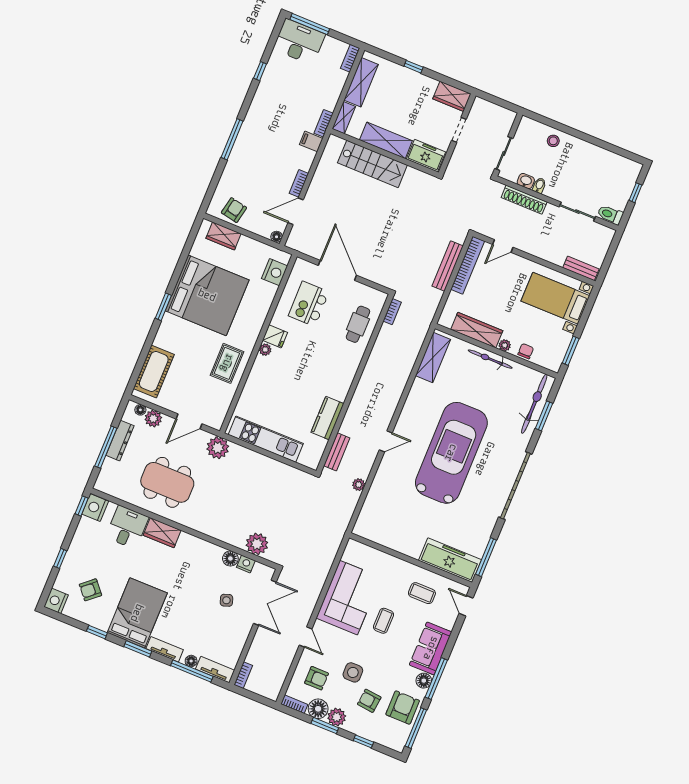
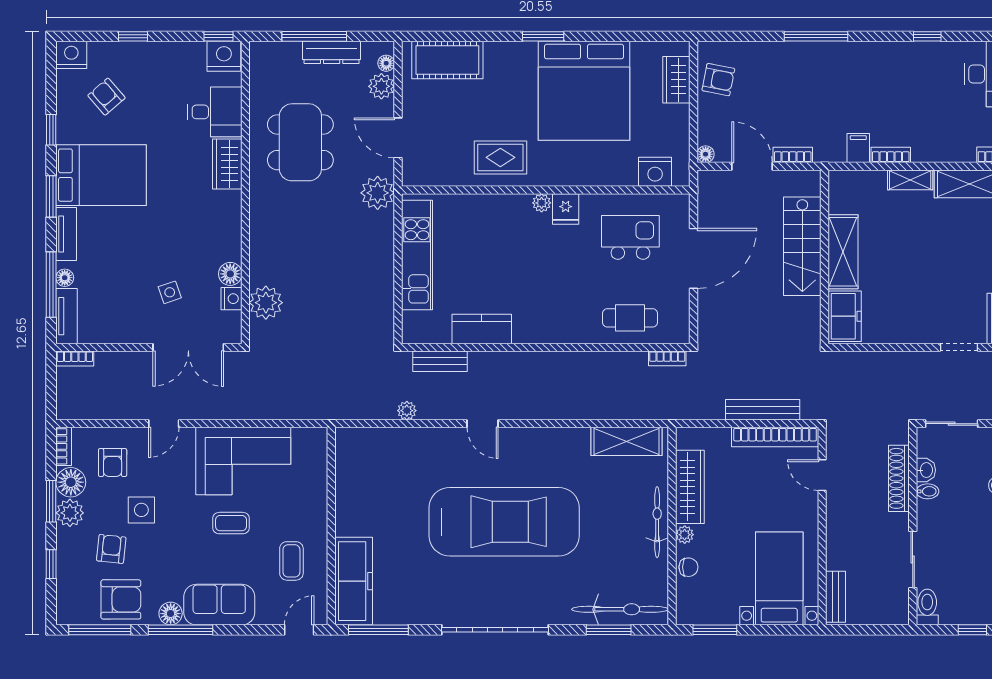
shelving: (386, 140) -> (843, 252), moved
wall: (384, 153) -> (825, 257), moved
freezer: (426, 156) -> (845, 316), moved
stairs: (372, 164) -> (802, 246), moved

